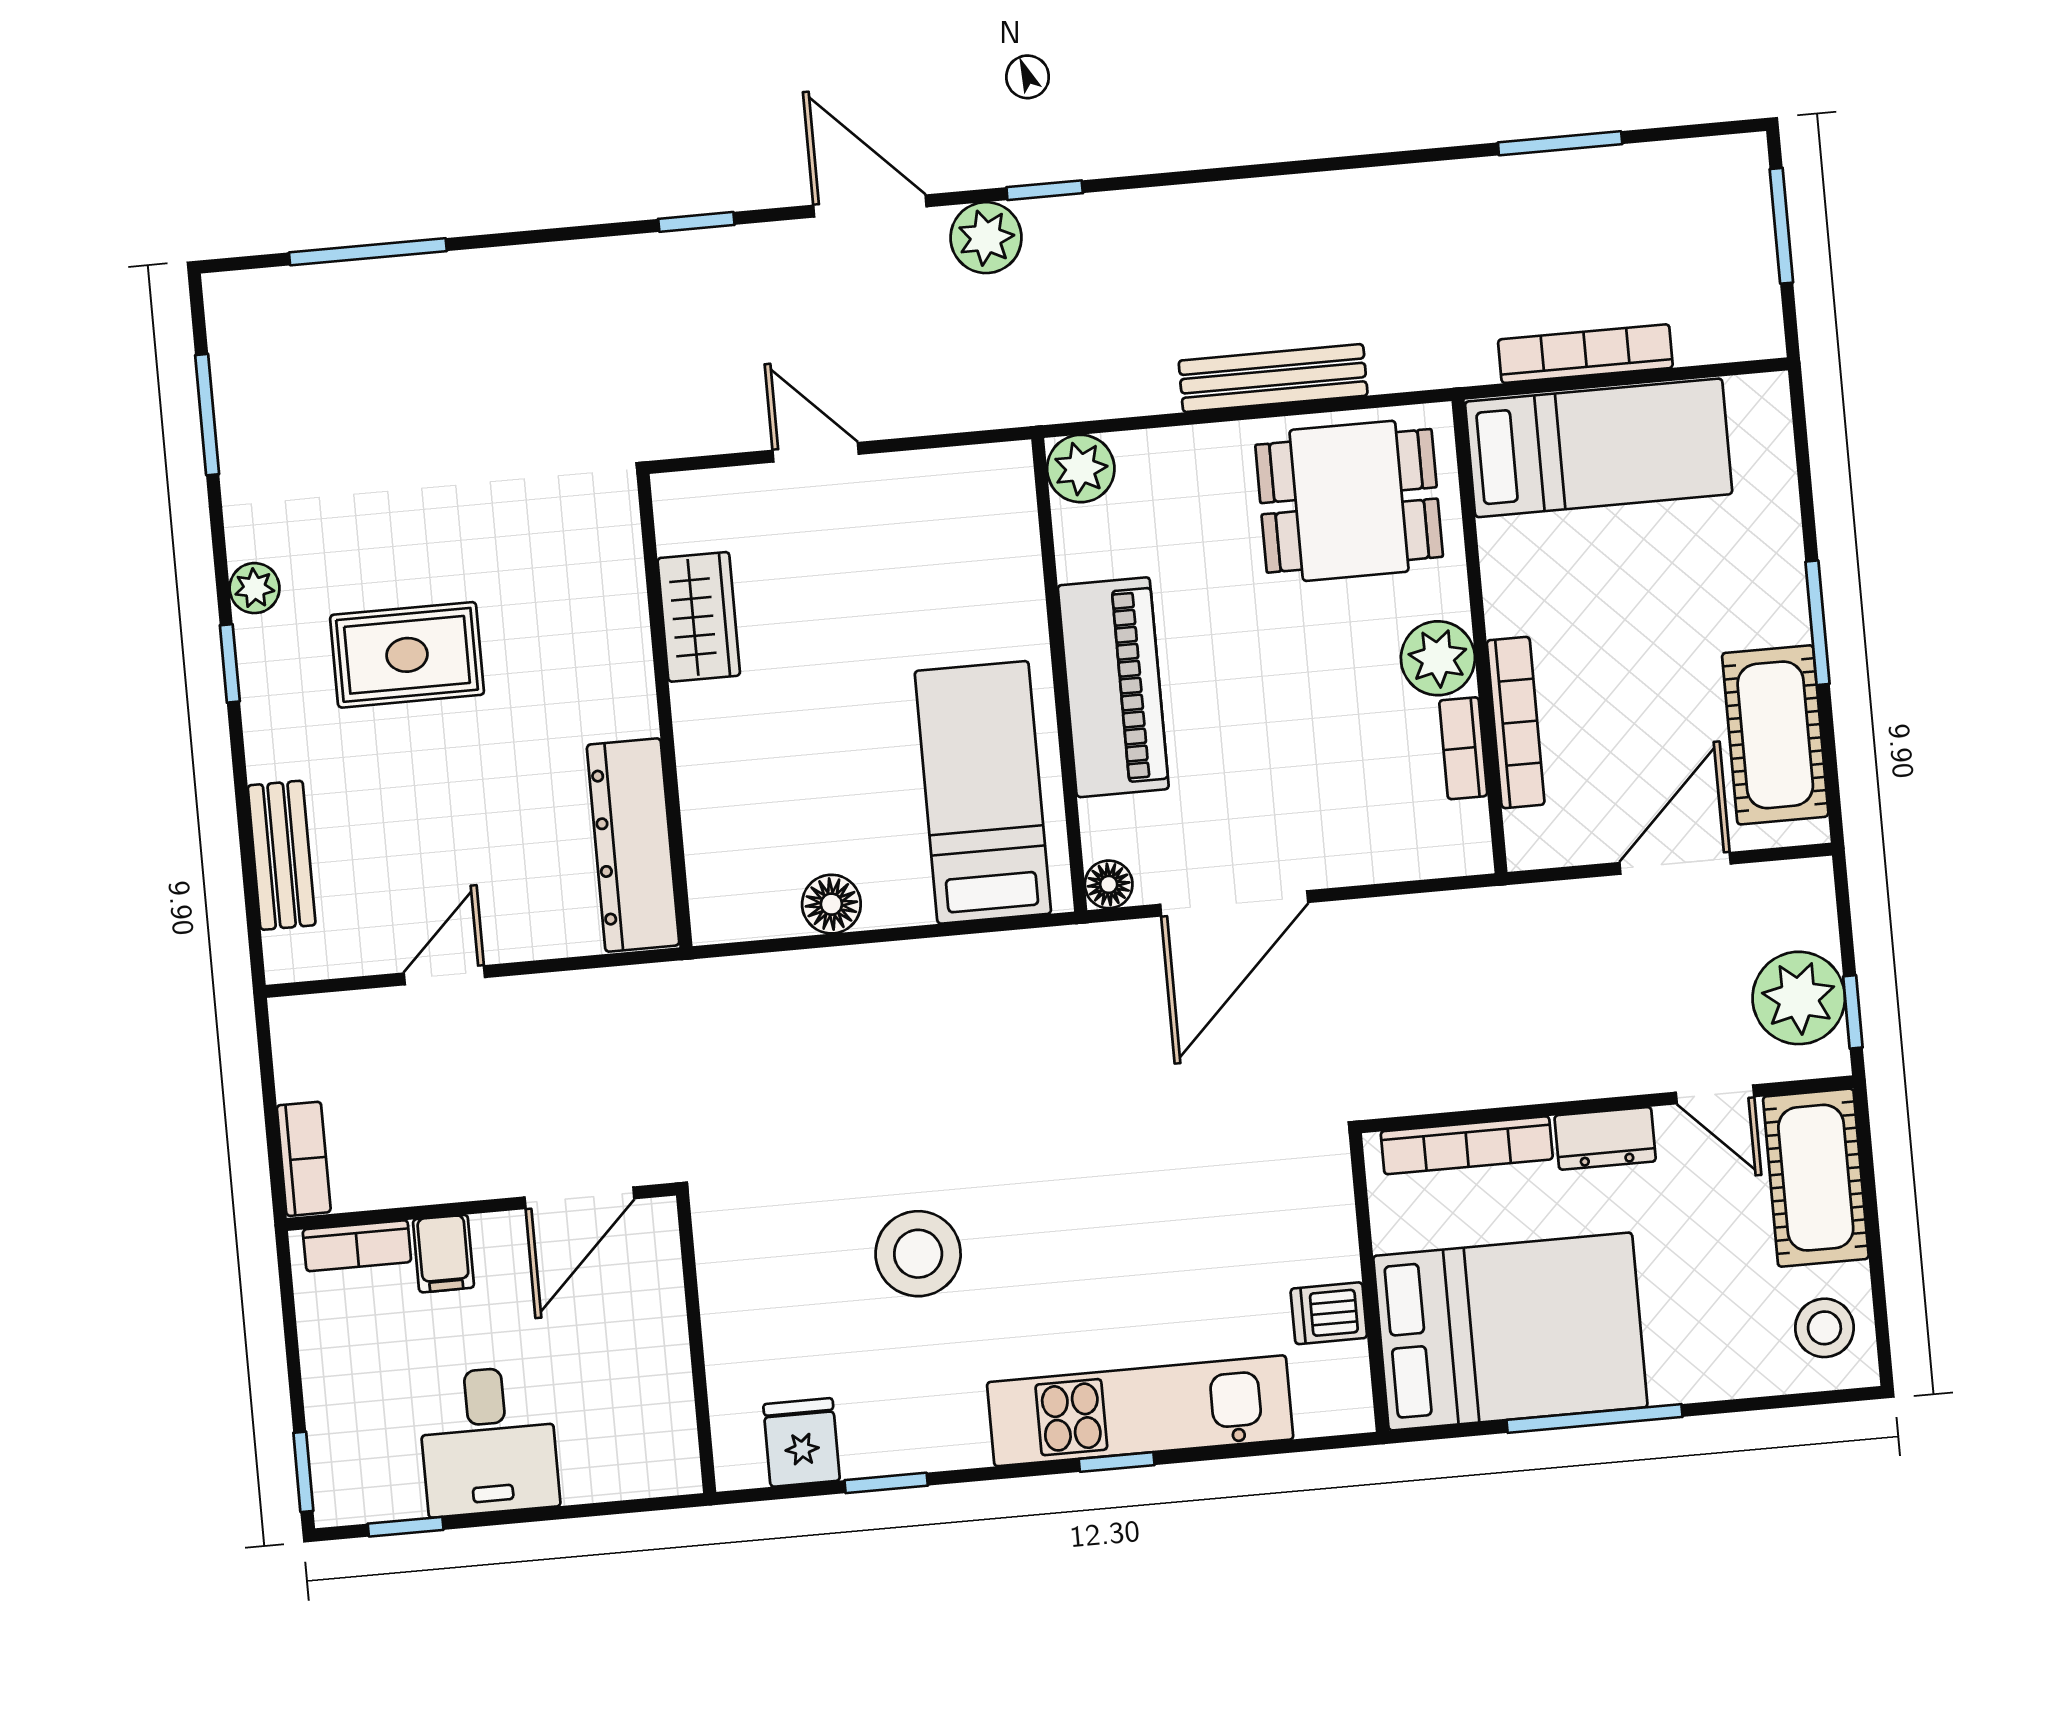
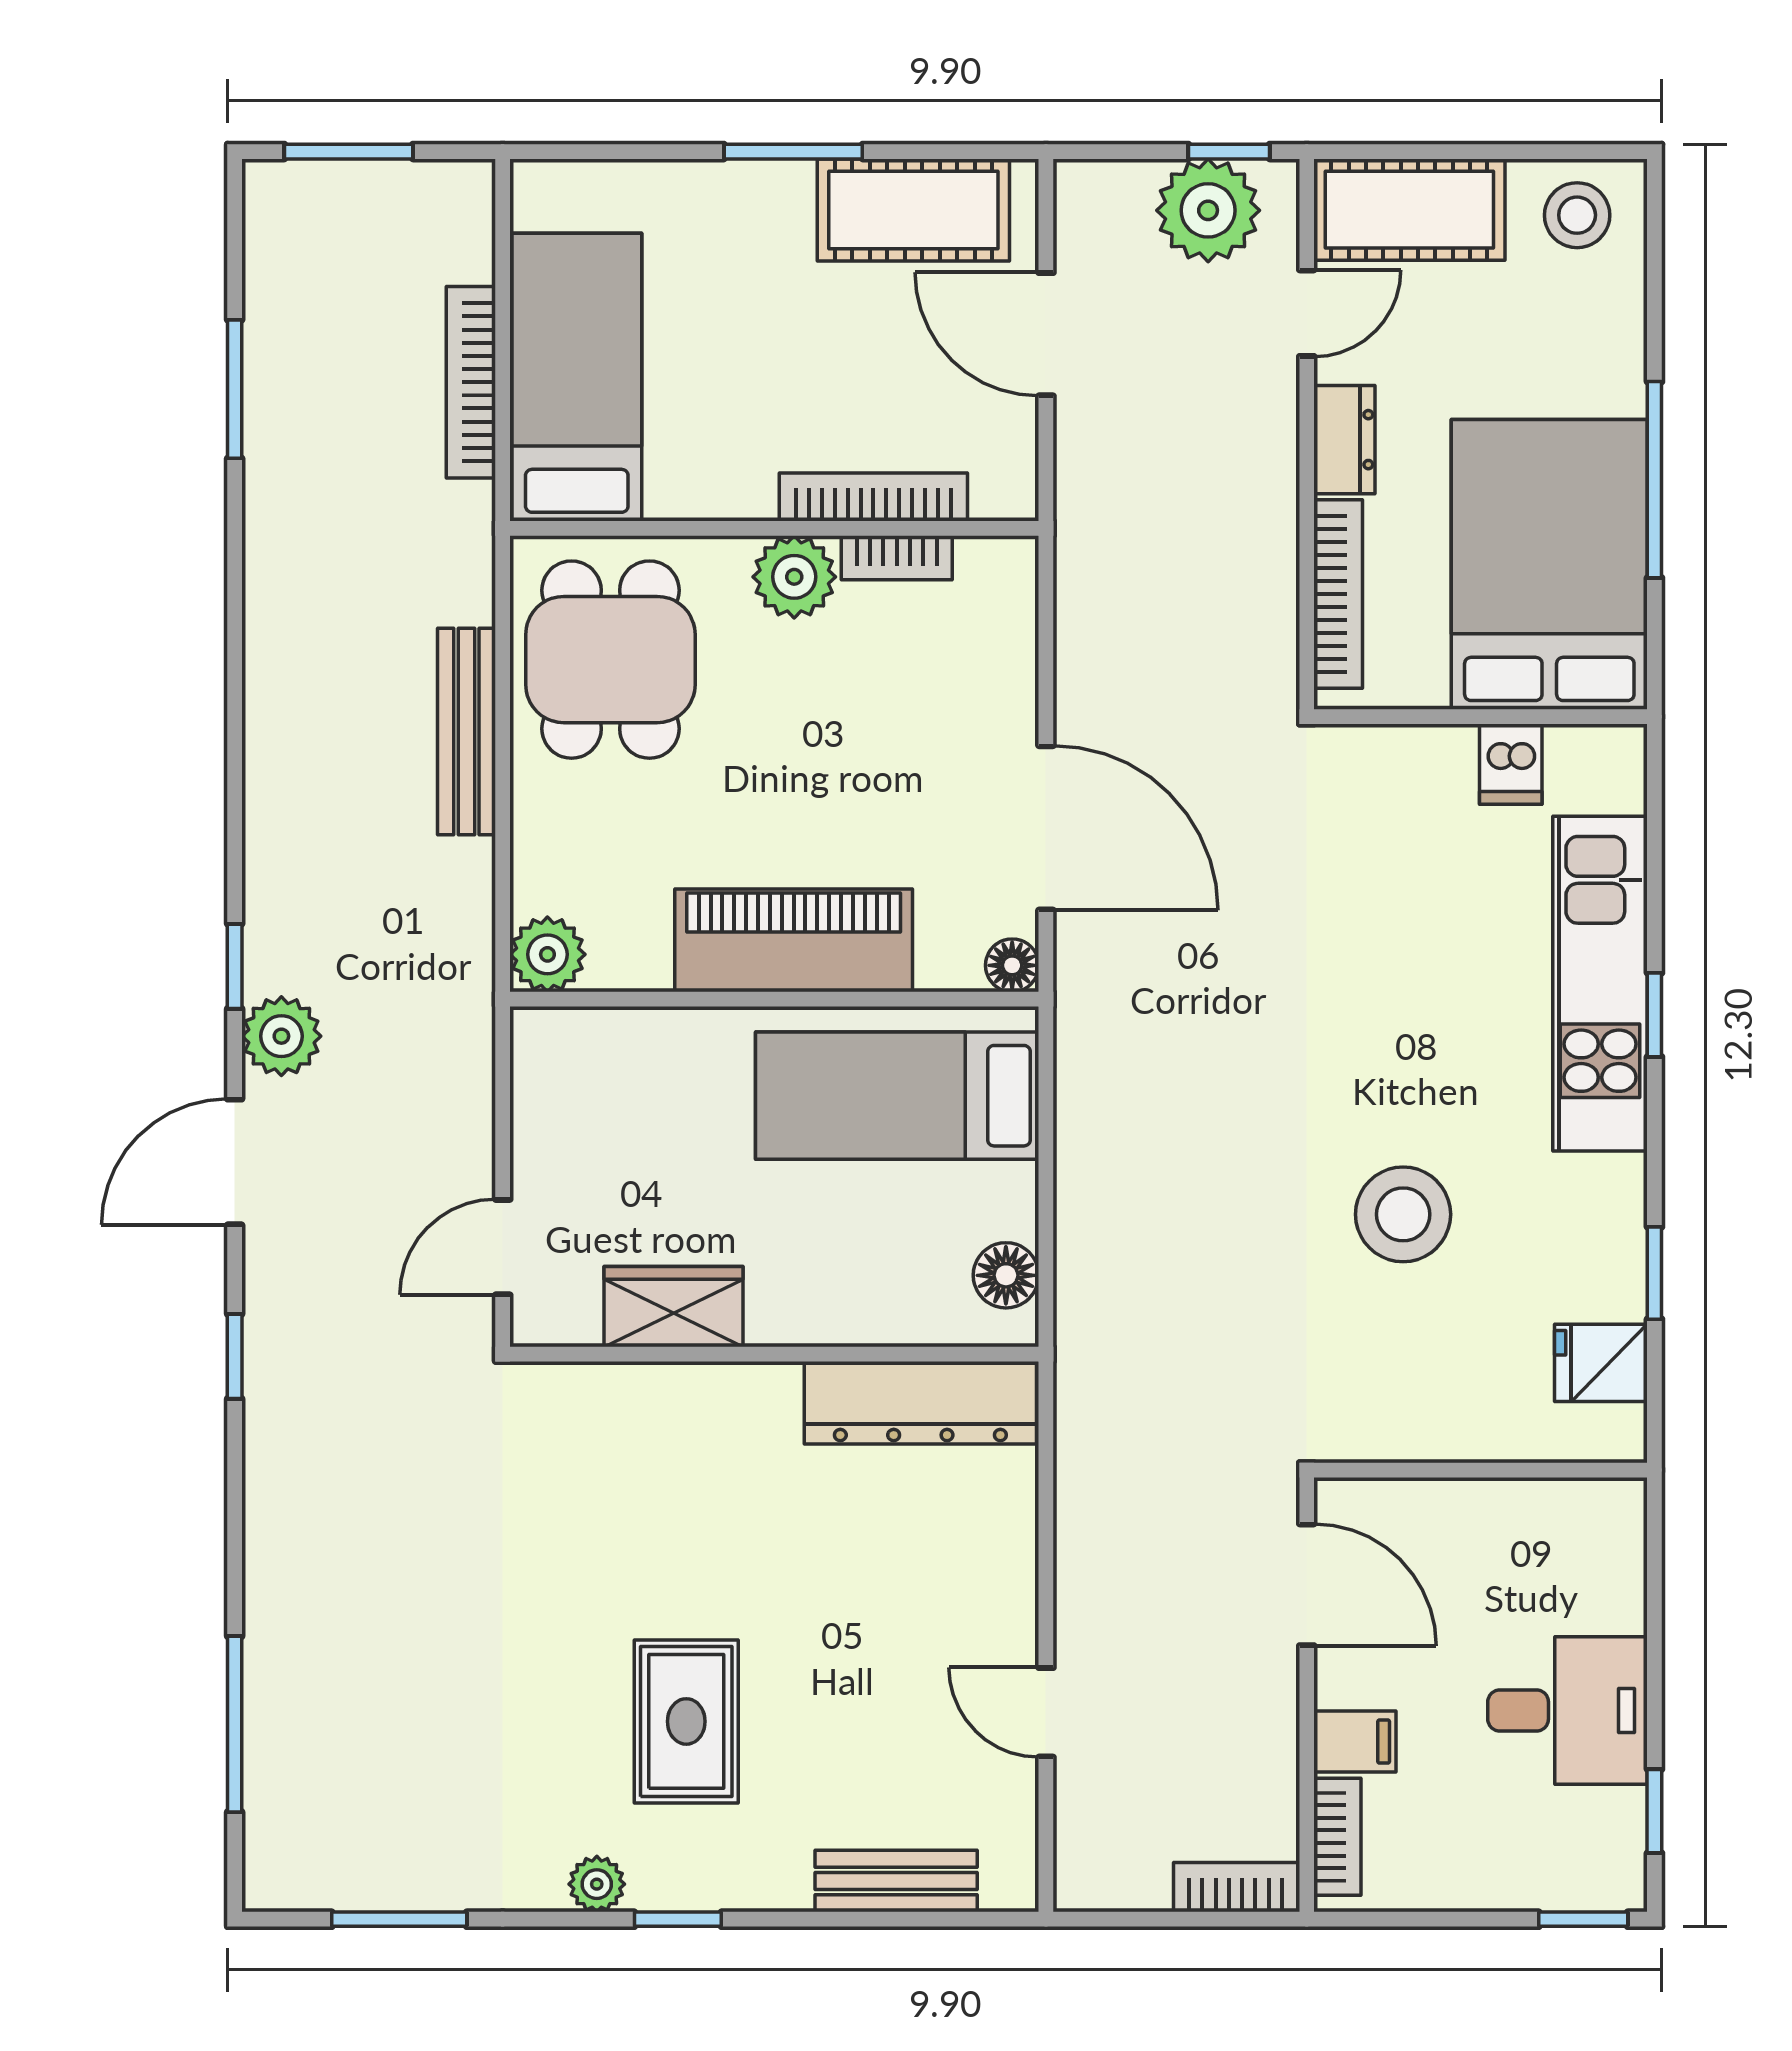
wardrobe: (699, 617) -> (674, 1307), moved
wall: (665, 711) -> (774, 1354), moved
dresser: (633, 845) -> (920, 1403), moved

